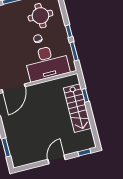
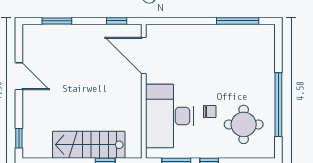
door: (57, 159) -> (19, 76), moved

